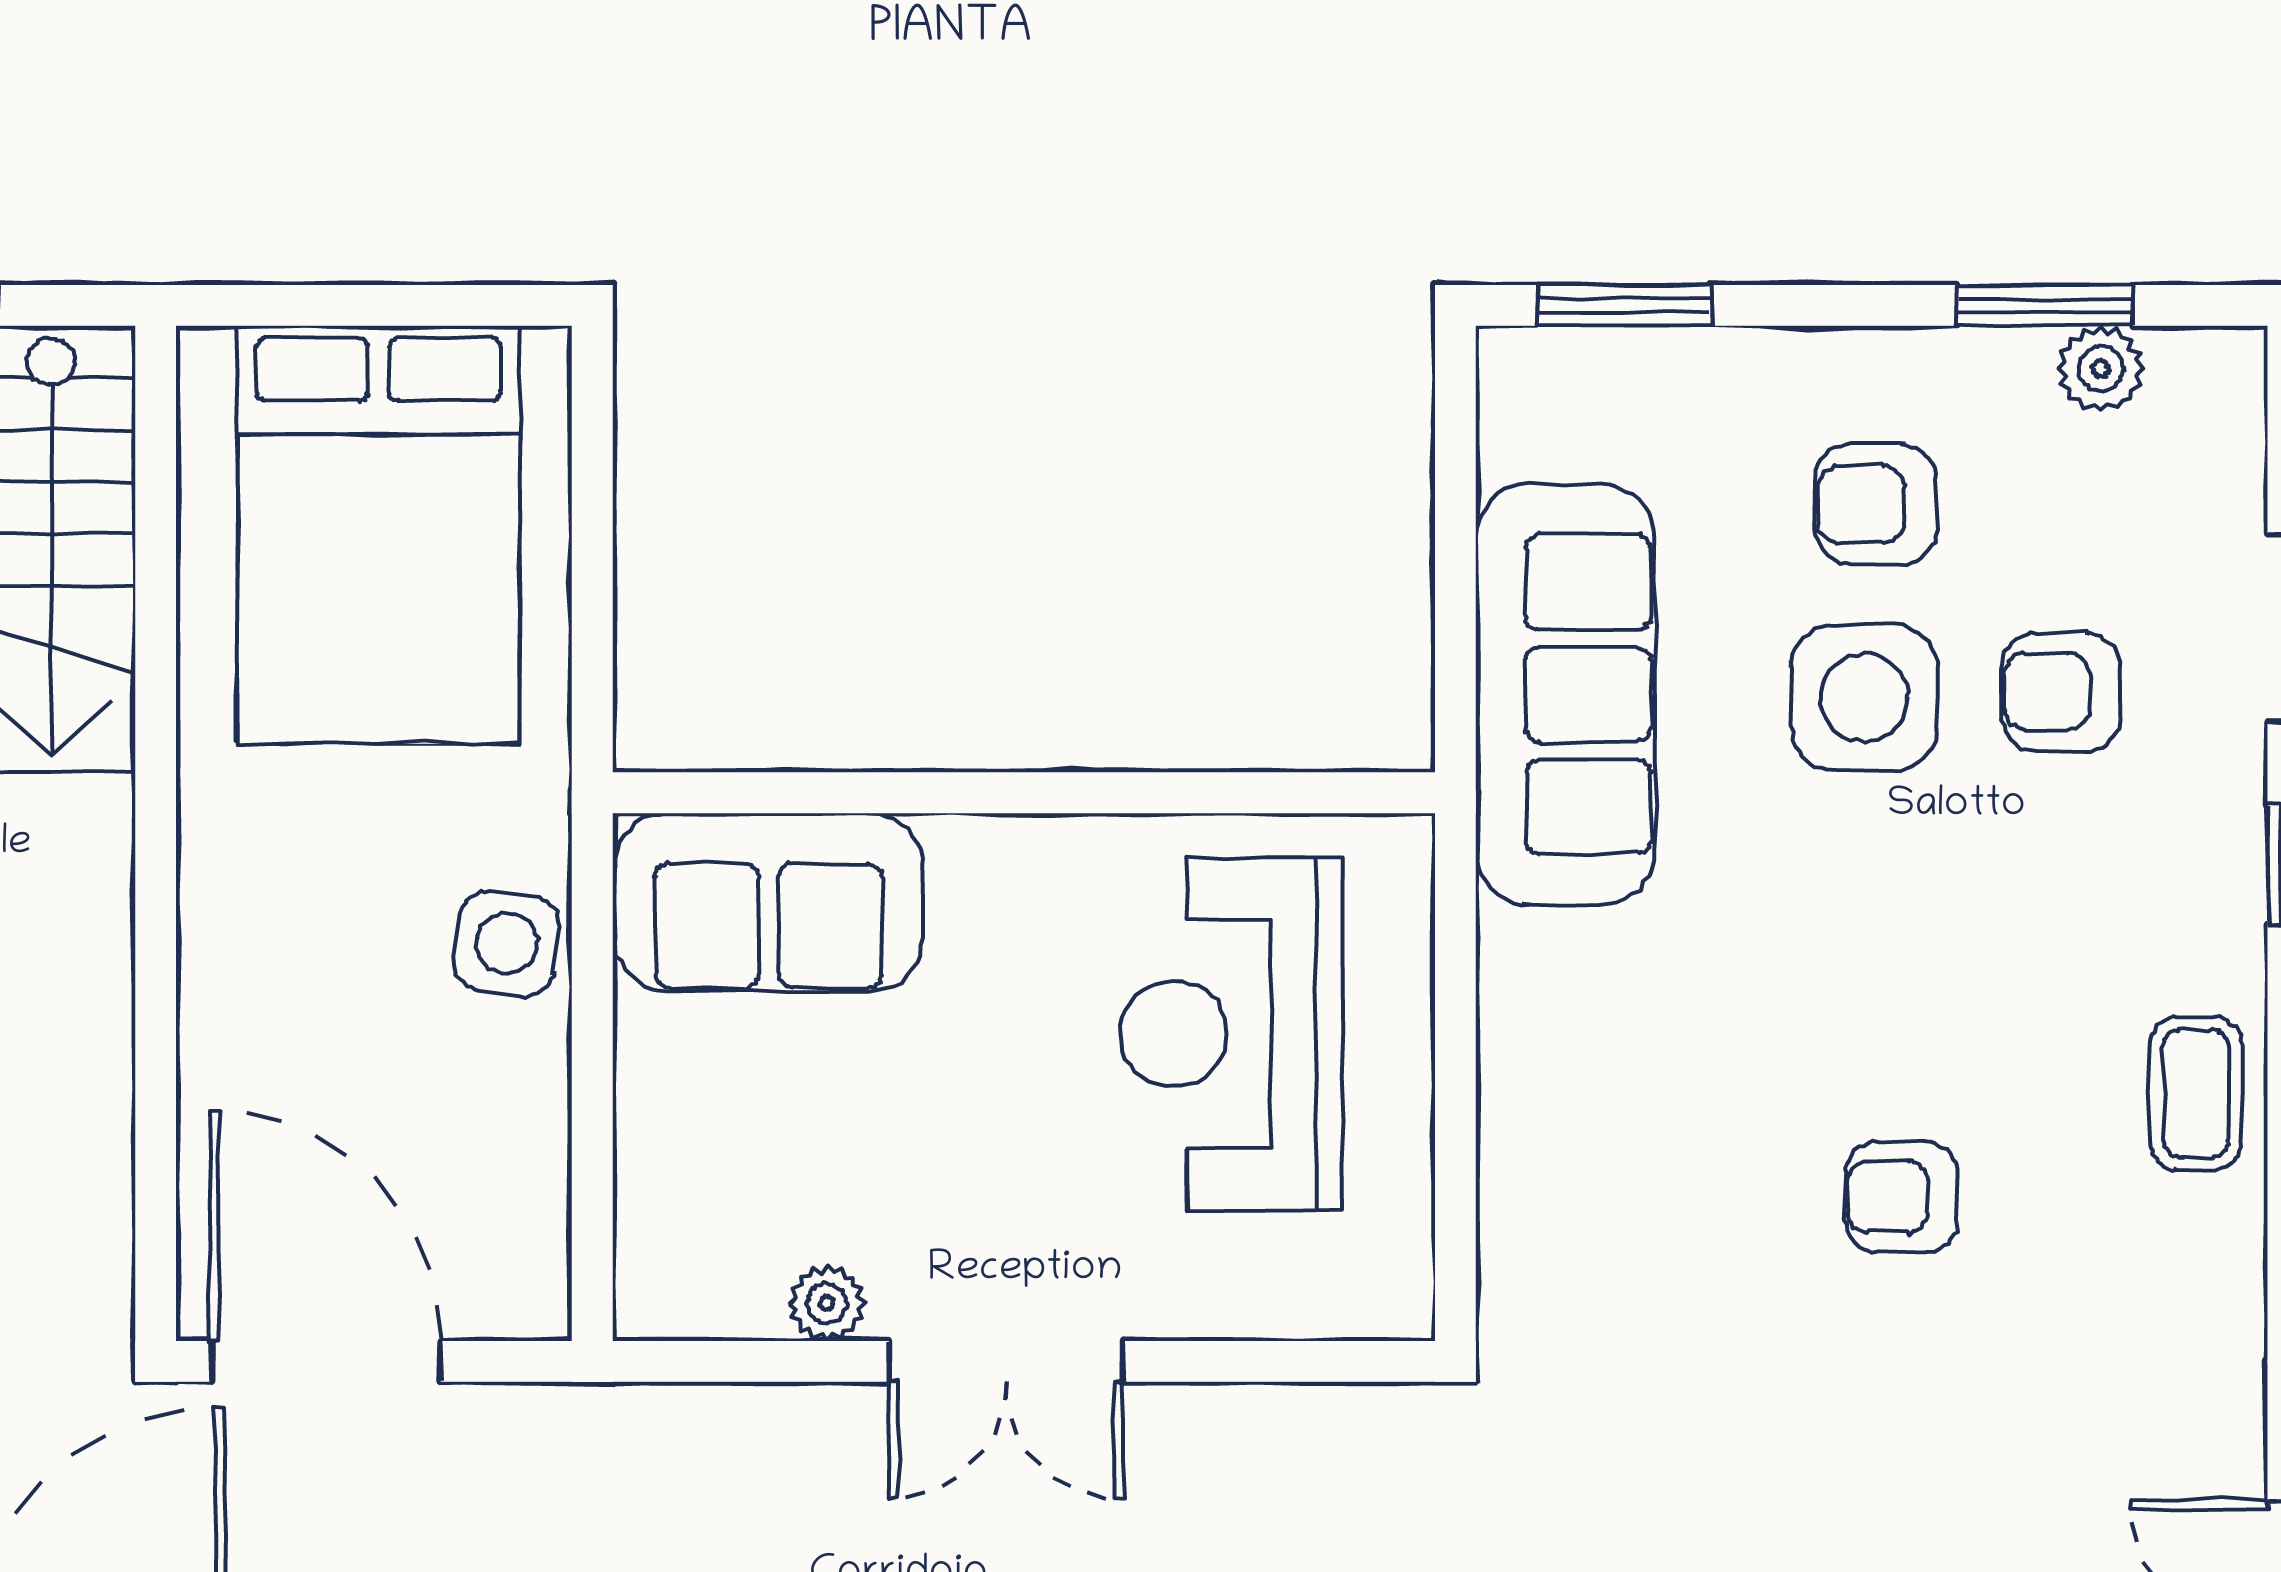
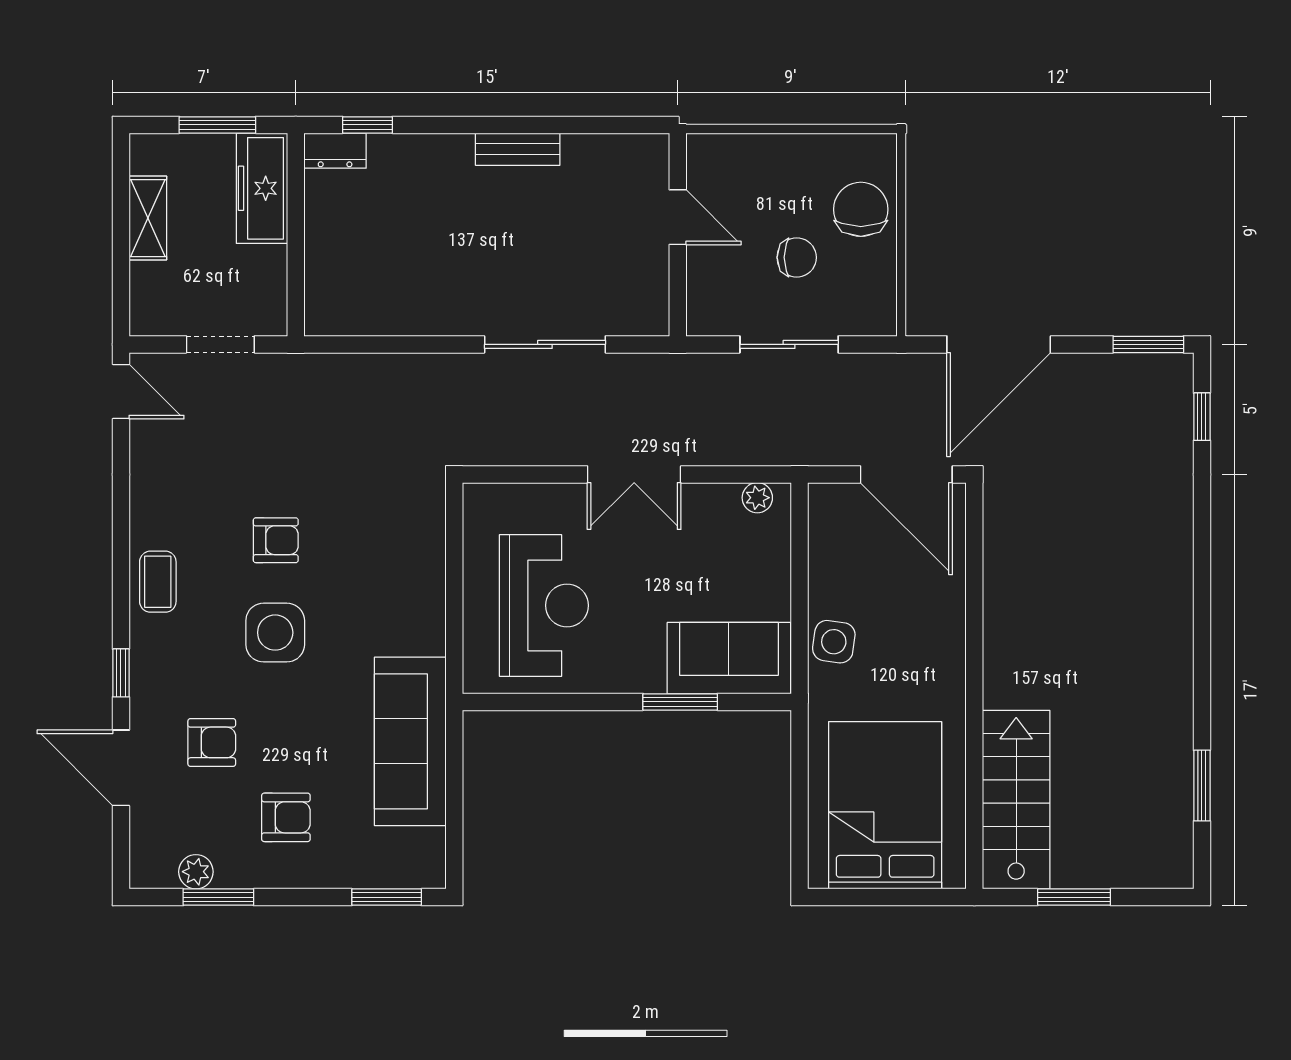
side table: (1864, 697) -> (275, 633), moved
window: (891, 793) -> (680, 702), added
plant: (827, 1303) -> (757, 498), moved
double door: (1006, 1361) -> (634, 474), swing flipped

